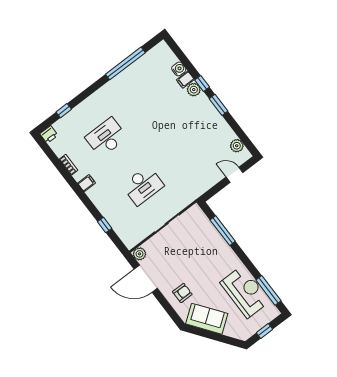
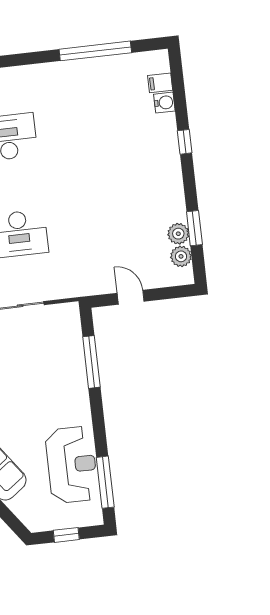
filing cabinet: (185, 80) -> (160, 83), moved
plant: (194, 90) -> (178, 234), moved
window: (219, 105) -> (194, 228), moved
door: (234, 175) -> (131, 297), moved

